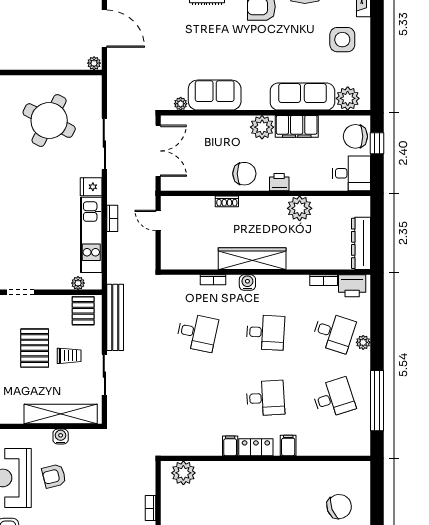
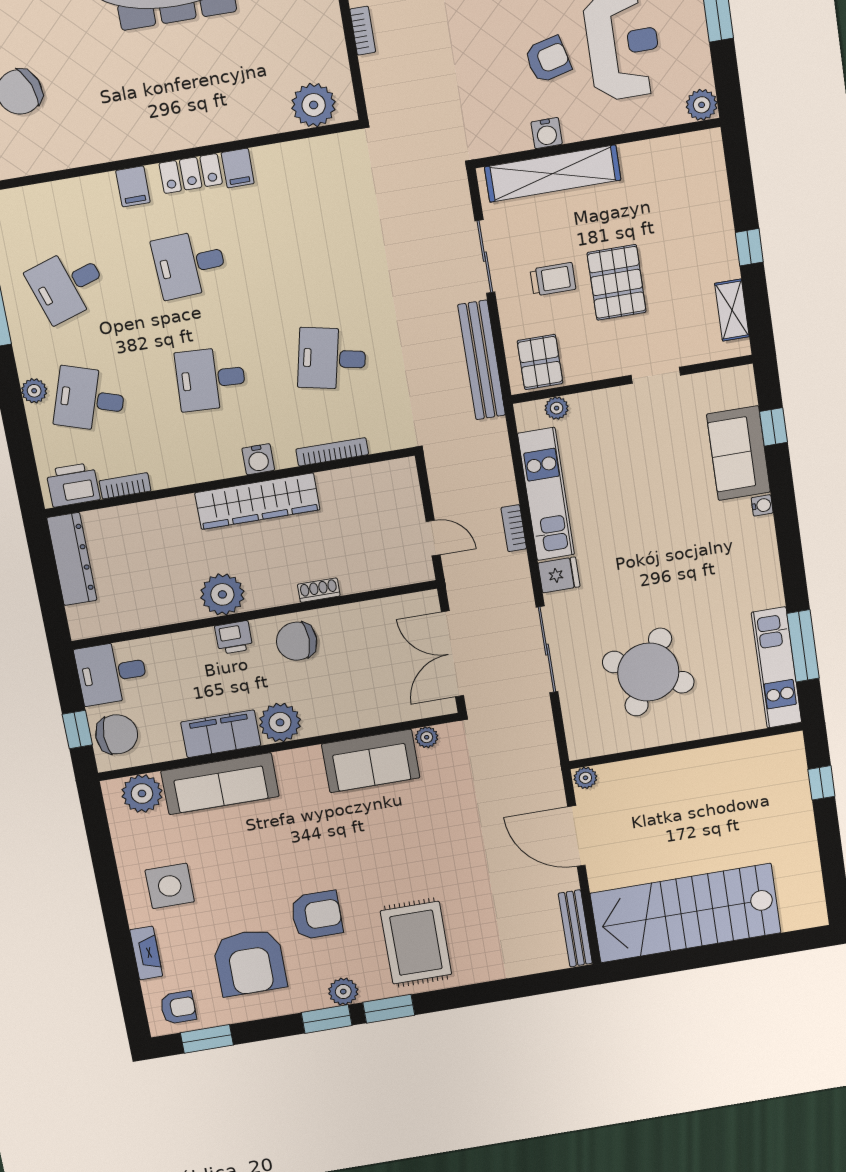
plant: (300, 208) -> (222, 594), moved
bookcase: (213, 280) -> (332, 452), width x1.56
trolley: (69, 356) -> (553, 279), turned 180

